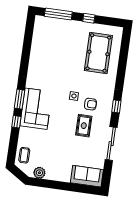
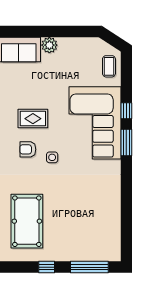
corner sofa: (36, 109) -> (95, 123), width x1.36, depth x1.36
rug: (84, 126) -> (33, 119), turned 90
plant: (39, 173) -> (49, 45), moved

